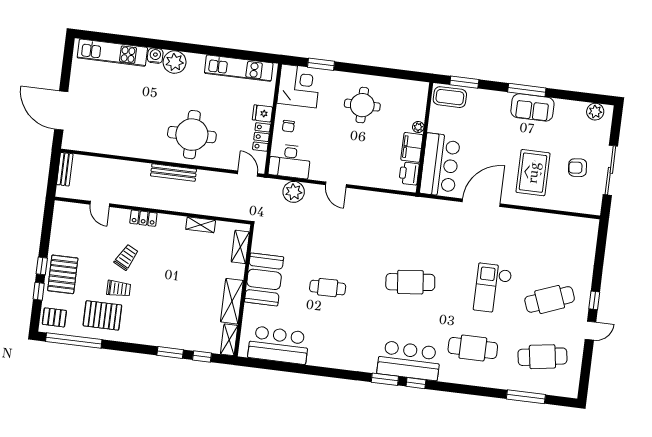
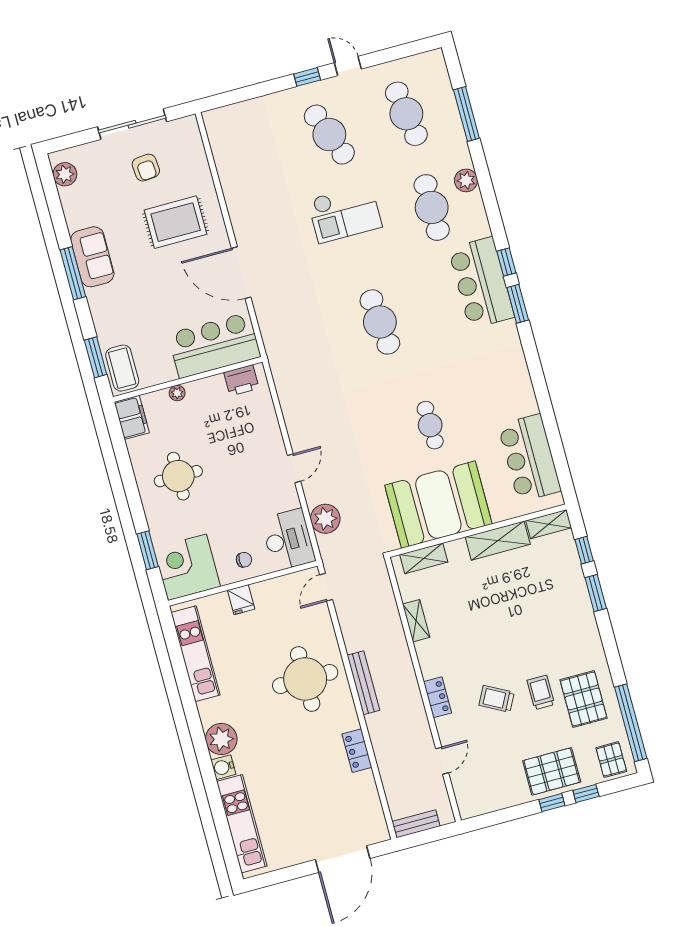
locker: (262, 137) -> (357, 751), moved, turned 90
filing cabinet: (412, 147) -> (132, 417), moved, turned -90
booth: (264, 279) -> (438, 505), width x1.36, depth x1.42
plant: (482, 378) -> (466, 180), added

